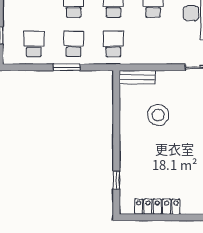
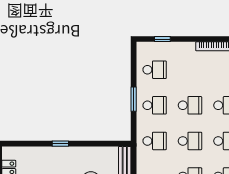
window: (116, 180) -> (60, 144), moved

